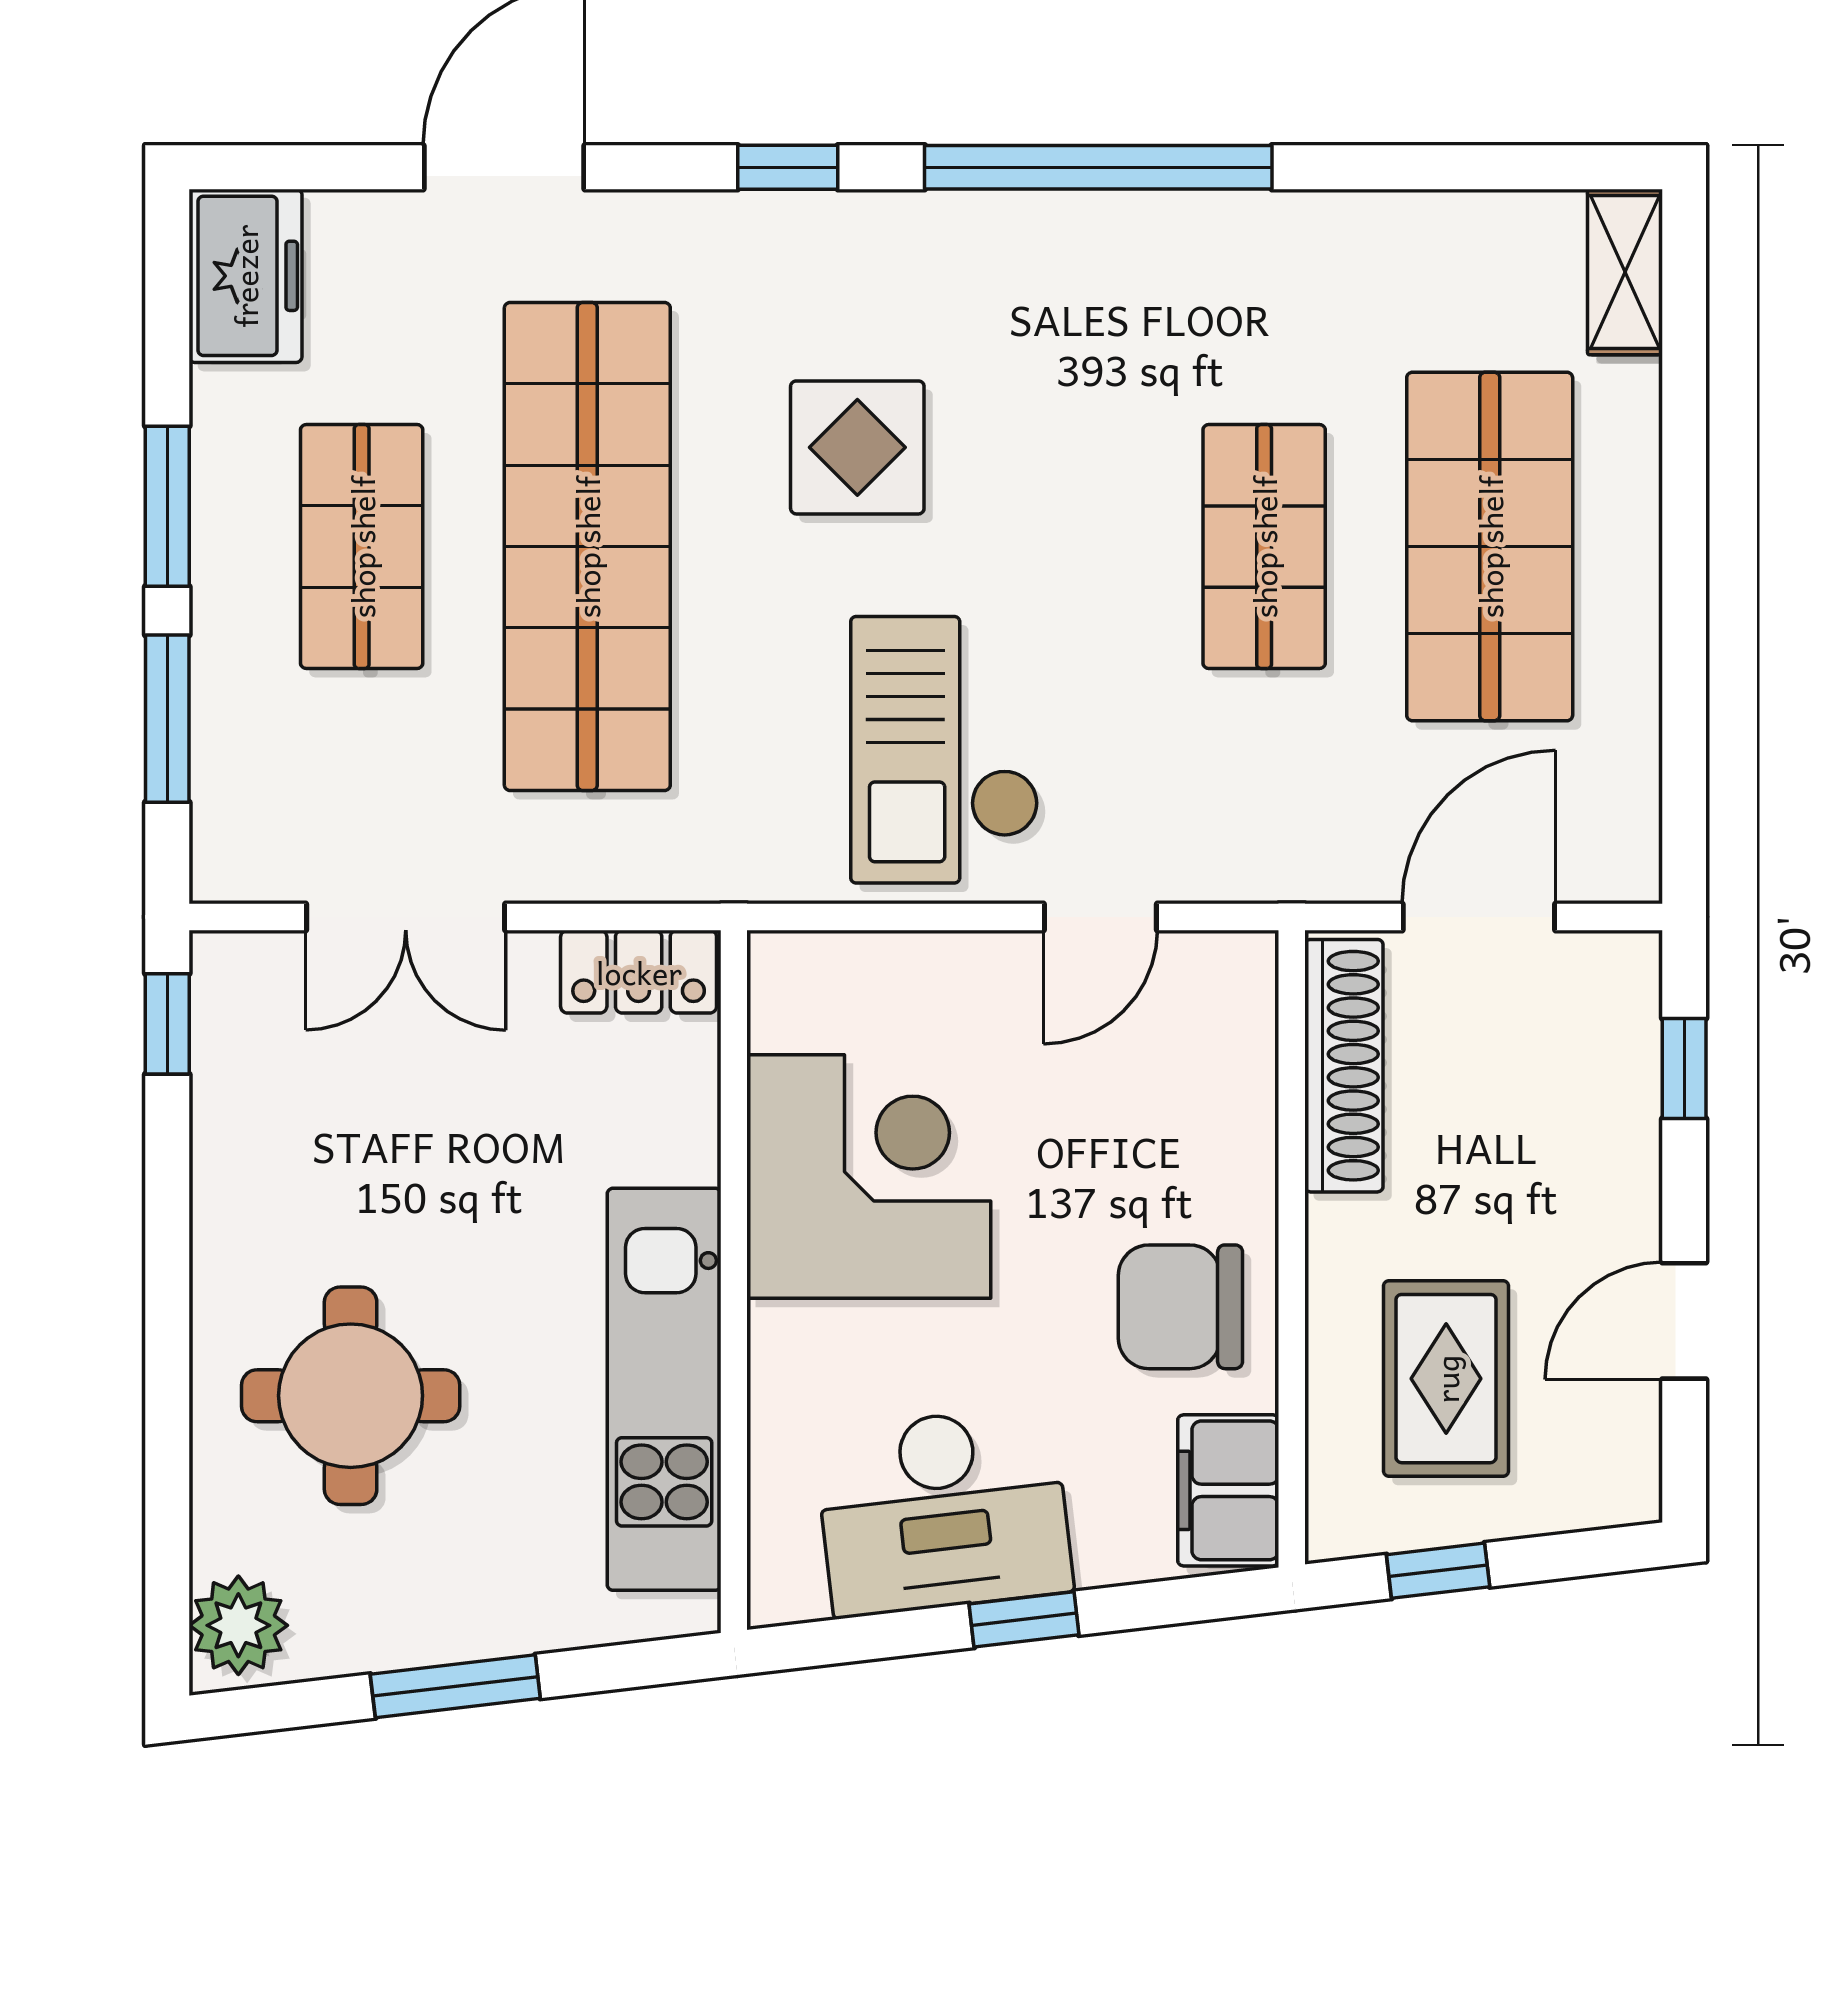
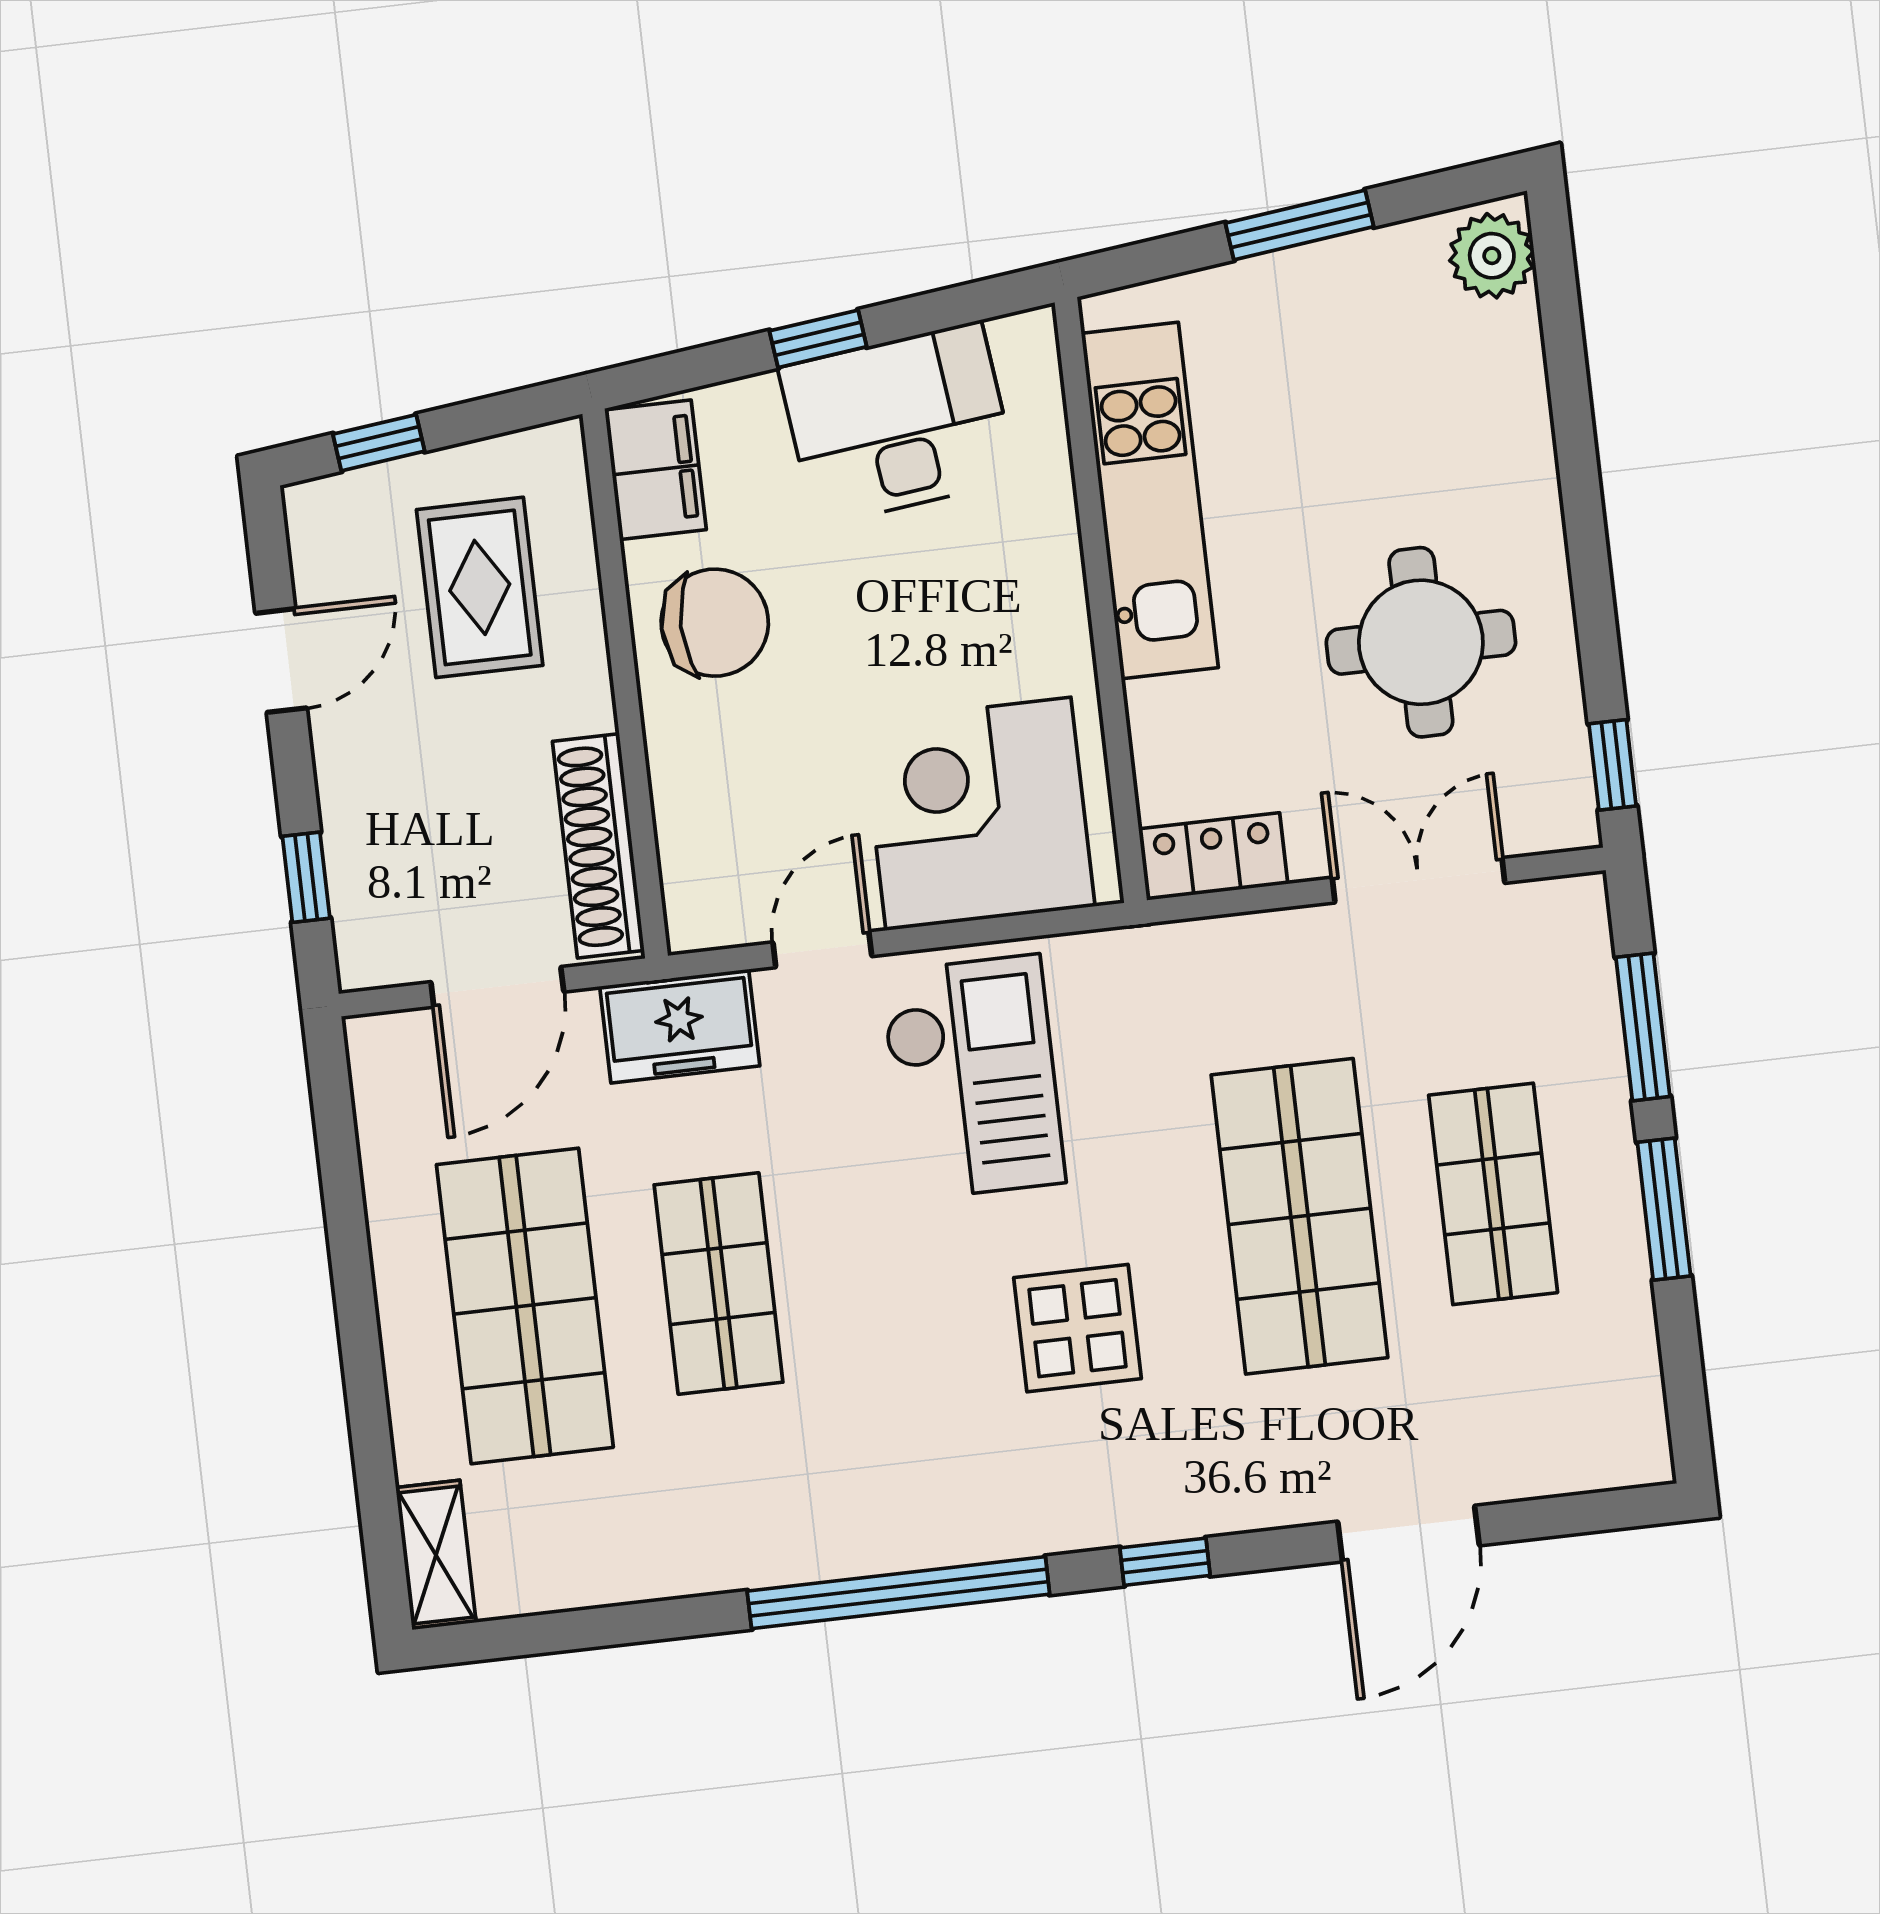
freezer: (245, 276) -> (680, 1026), moved, turned -90
shop shelf: (587, 547) -> (1299, 1216), width x0.71
corner desk: (869, 1176) -> (978, 814), moved, turned 90
round table: (351, 1396) -> (1421, 642), moved
window: (1438, 1571) -> (379, 443), moved

